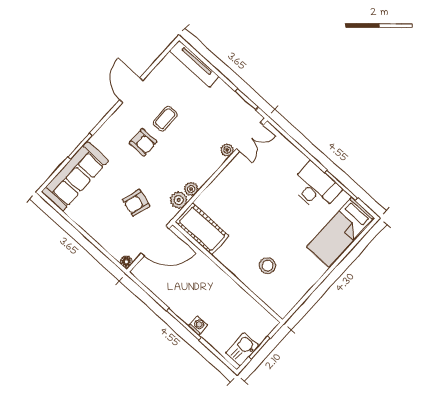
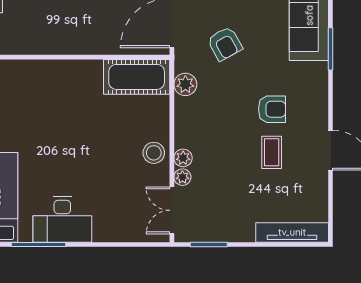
armchair: (143, 142) -> (272, 109), turned 180
plant: (191, 189) -> (183, 158), moved
armchair: (136, 203) -> (225, 44), turned 135
stool: (267, 266) -> (154, 153), moved

